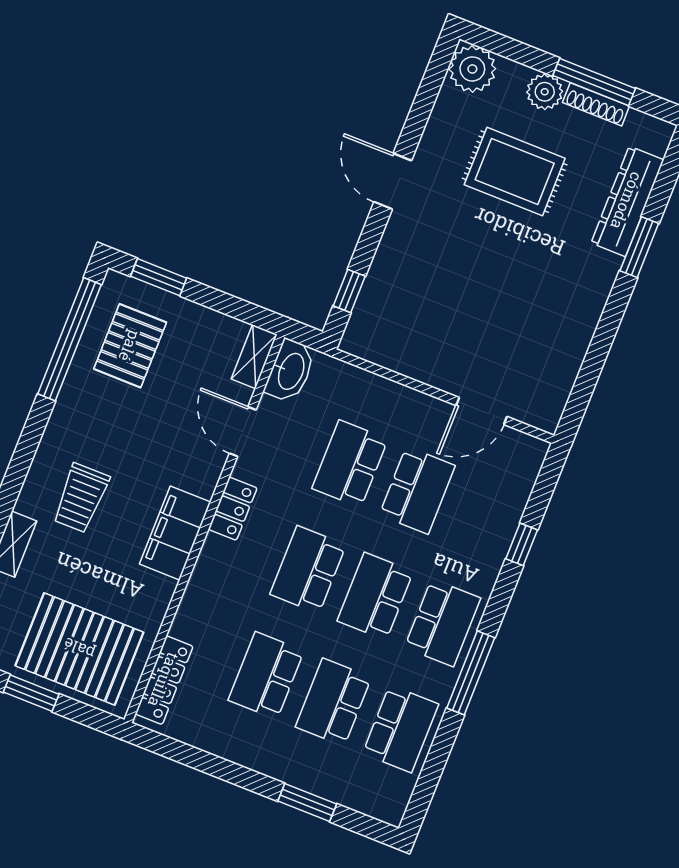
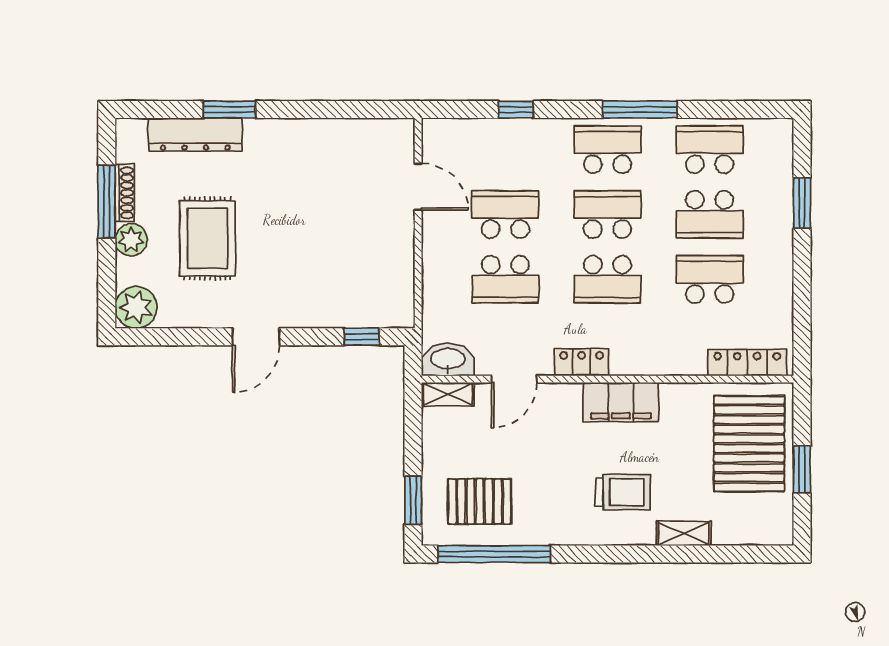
school desk: (375, 596) -> (607, 214), turned 180
school desk: (266, 675) -> (710, 279), turned 180

